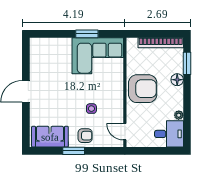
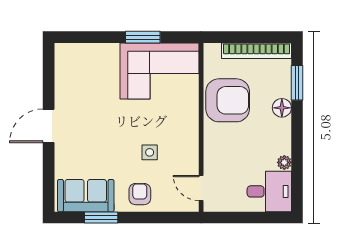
armchair: (143, 89) -> (228, 100), moved
armchair: (85, 136) -> (140, 194), turned -90
window: (74, 151) -> (101, 218), moved

